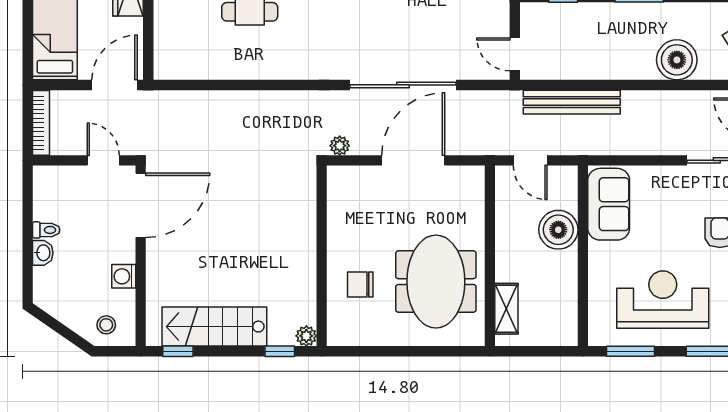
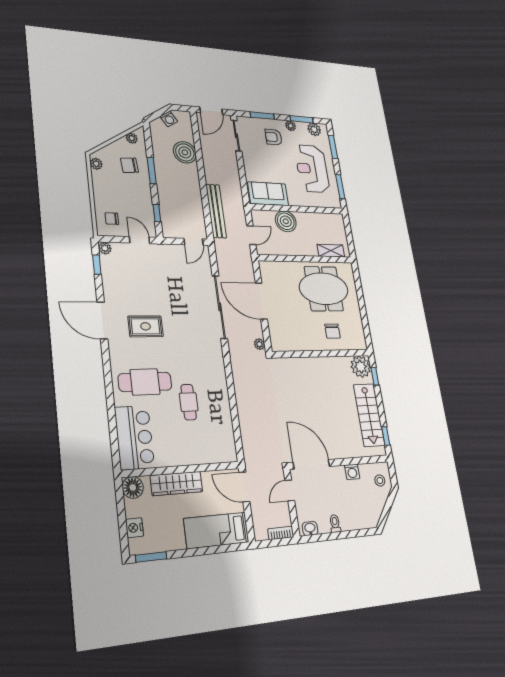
bookcase: (41, 123) -> (281, 533), width x0.64
washbasin: (43, 253) -> (310, 528), moved
plant: (306, 336) -> (361, 367), width x1.87, depth x1.87

